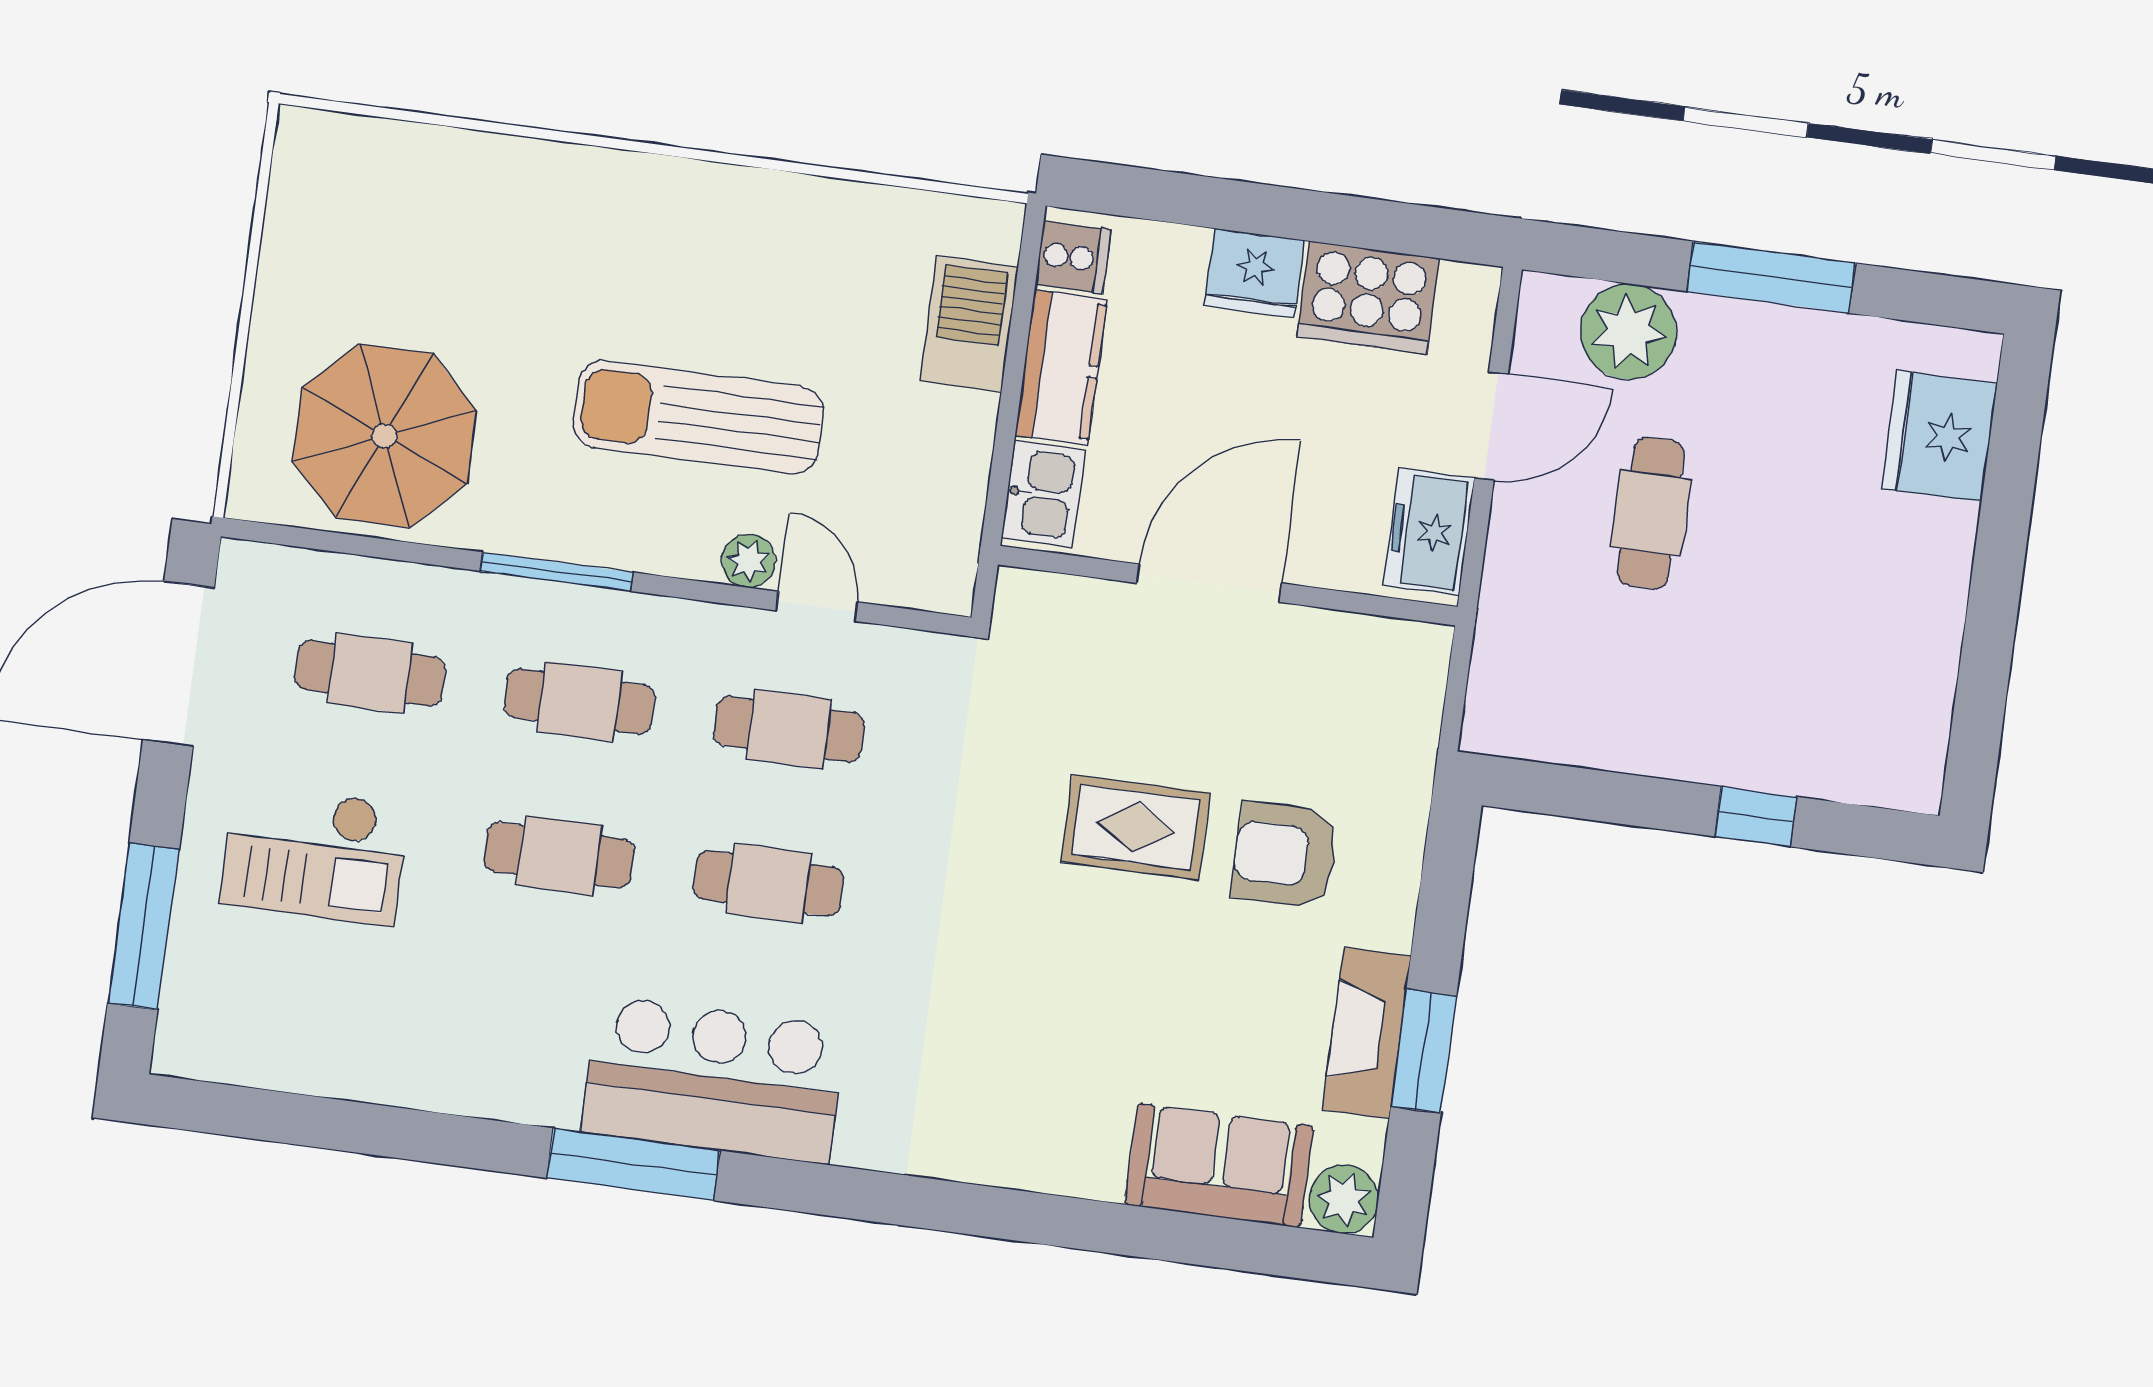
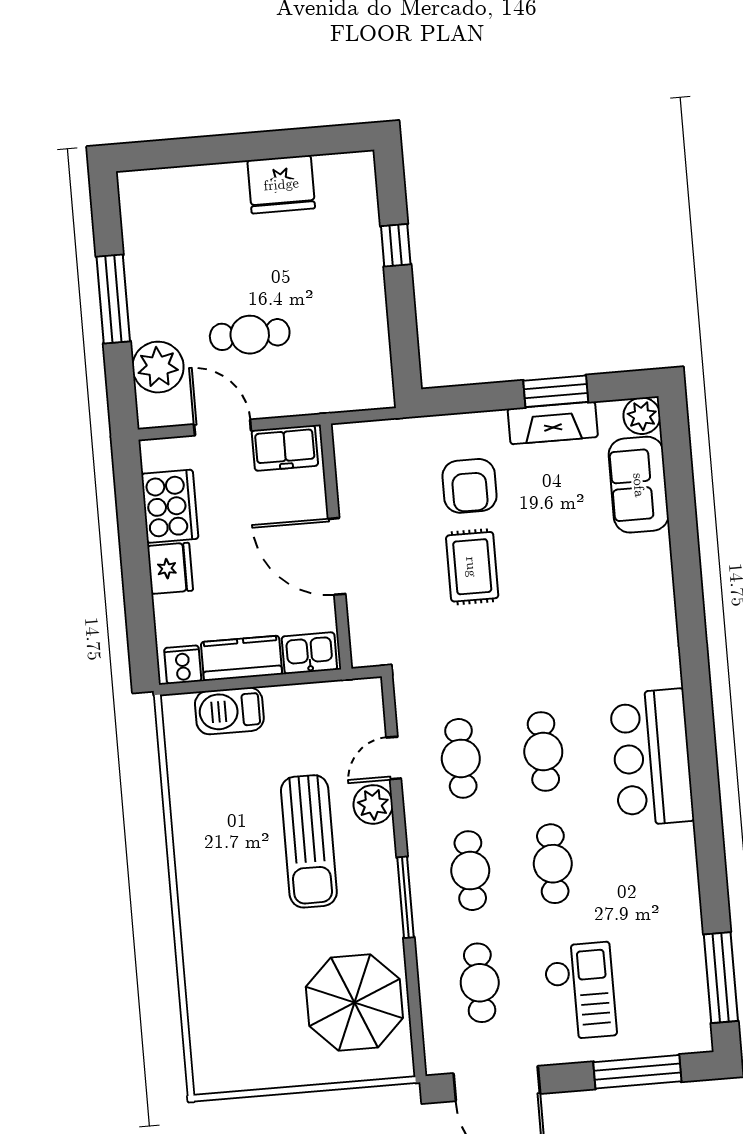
fridge: (1940, 436) -> (281, 184), moved
plant: (748, 561) -> (373, 804), width x1.38, depth x1.38
window: (633, 1164) -> (721, 978), moved

